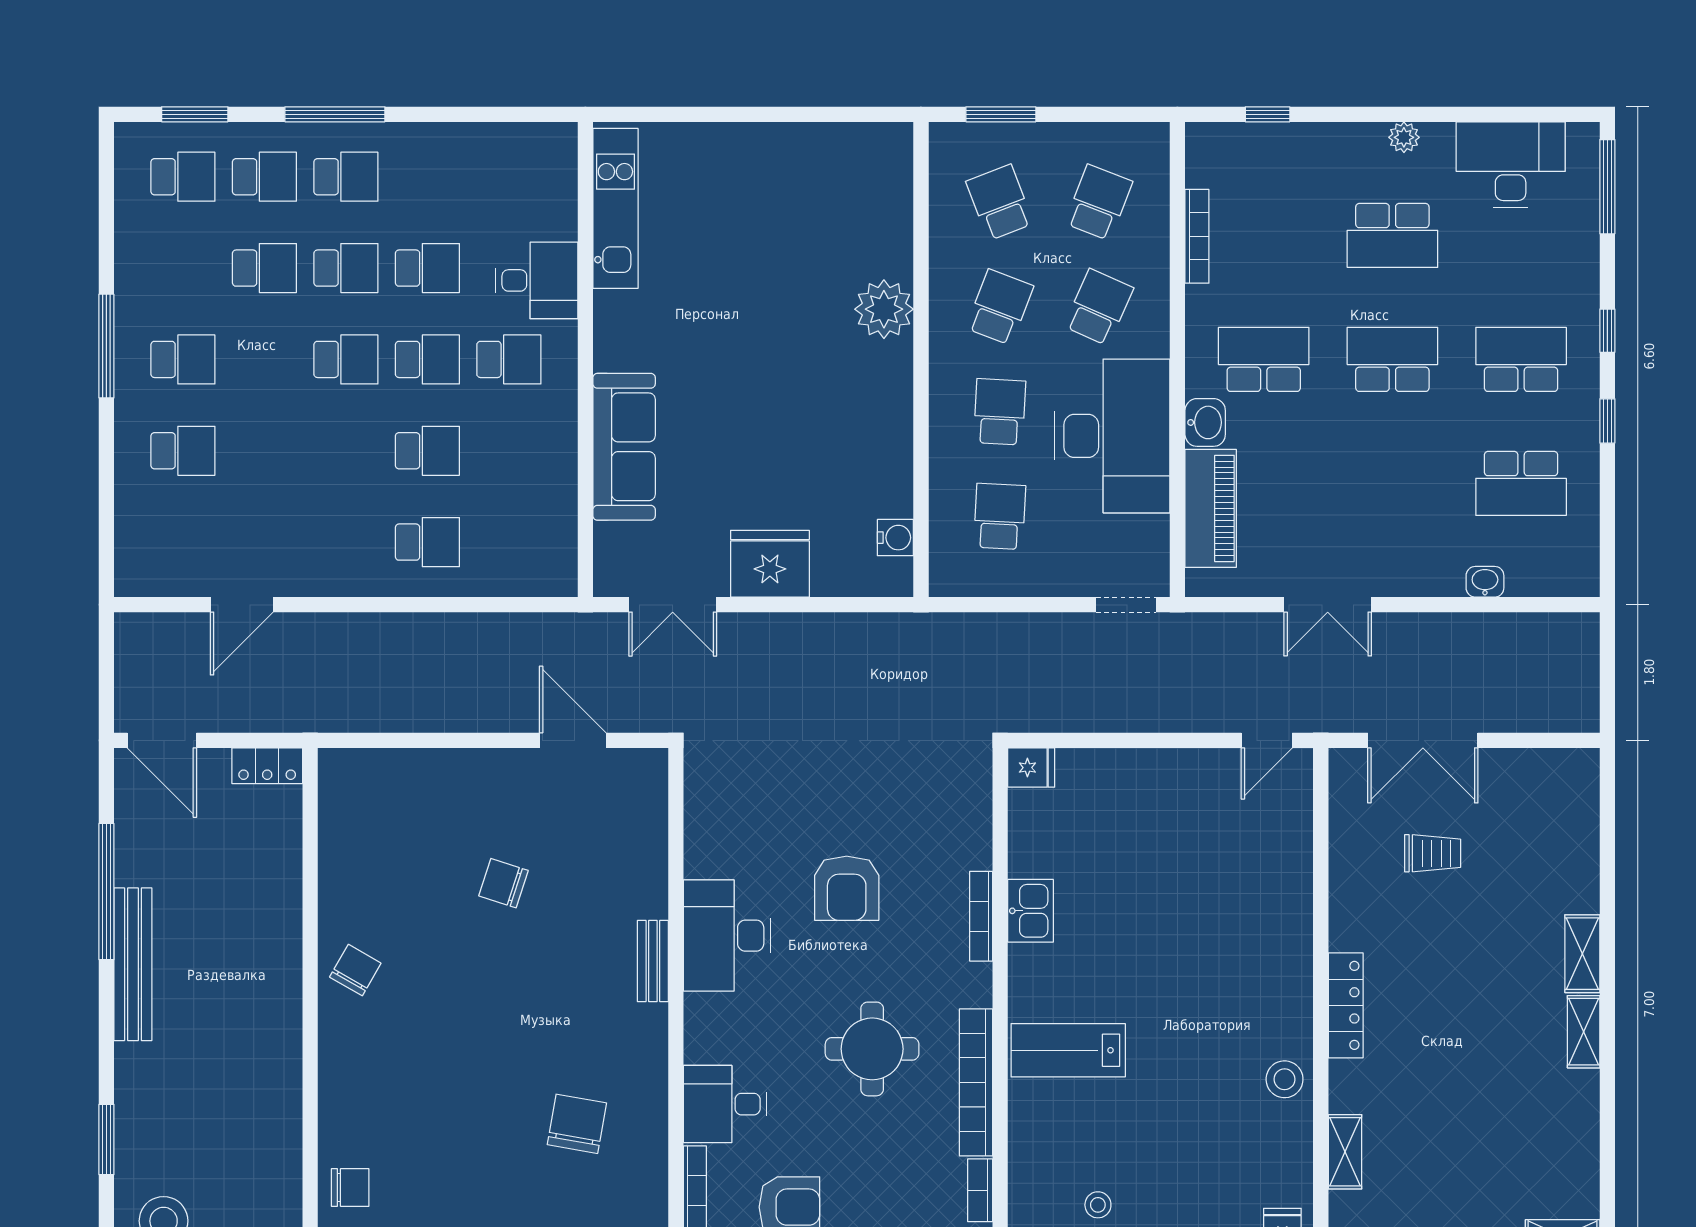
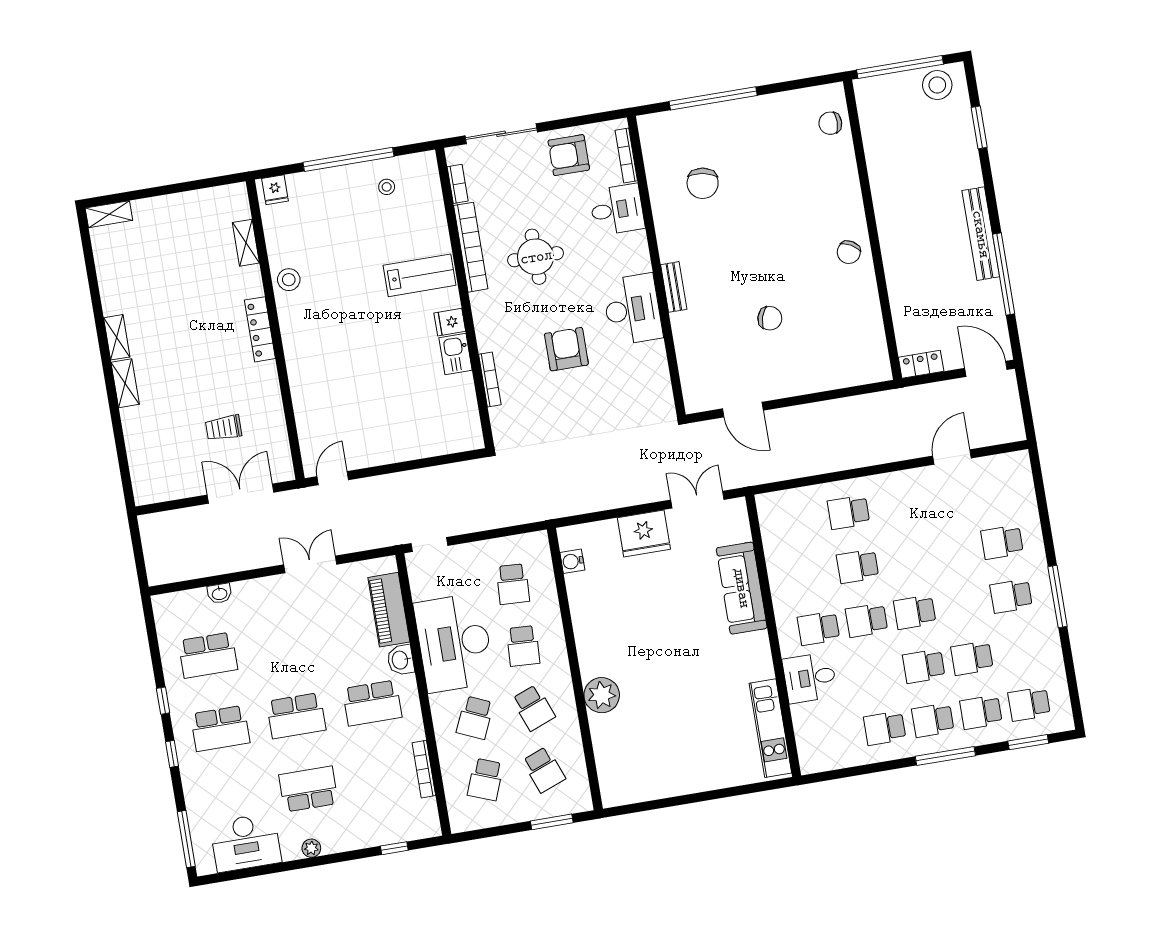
school desk: (427, 268) -> (885, 728), moved
school desk: (1000, 307) -> (533, 708), turned -42
school desk: (1521, 483) -> (208, 655), turned 180
fridge: (1031, 768) -> (450, 322), moved
bookcase: (981, 916) -> (490, 379), moved

